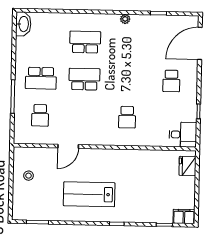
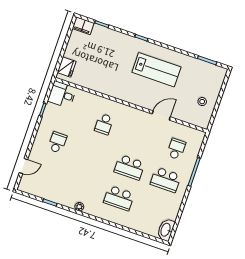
door: (200, 43) -> (23, 166), width x0.53
school desk: (41, 78) -> (166, 180), turned 180
school desk: (127, 117) -> (104, 124), turned 180

